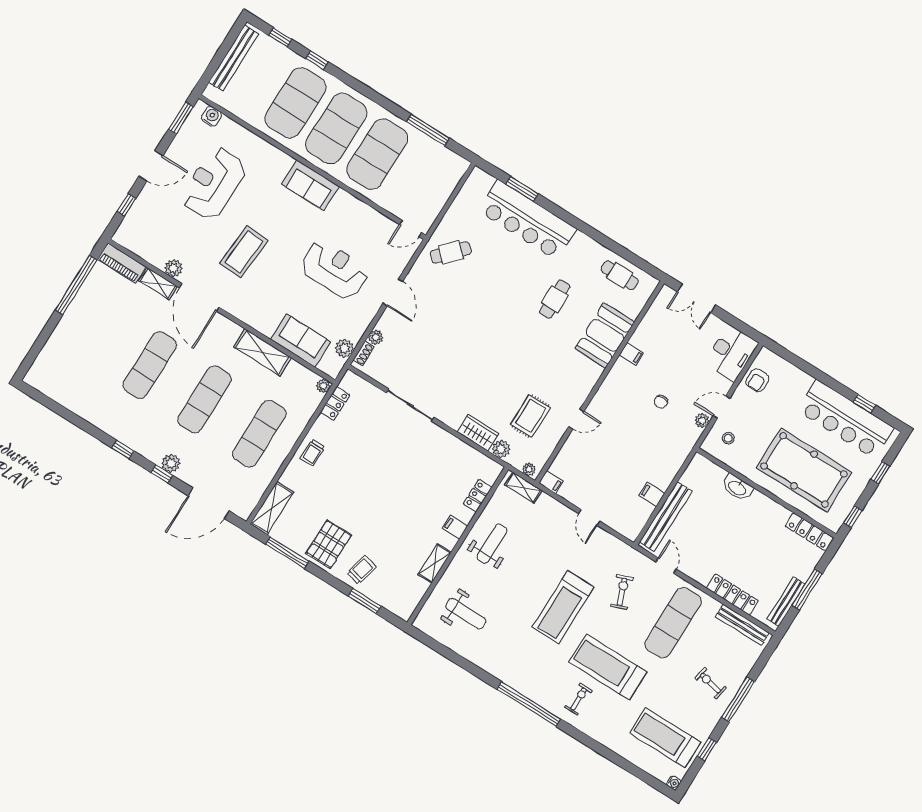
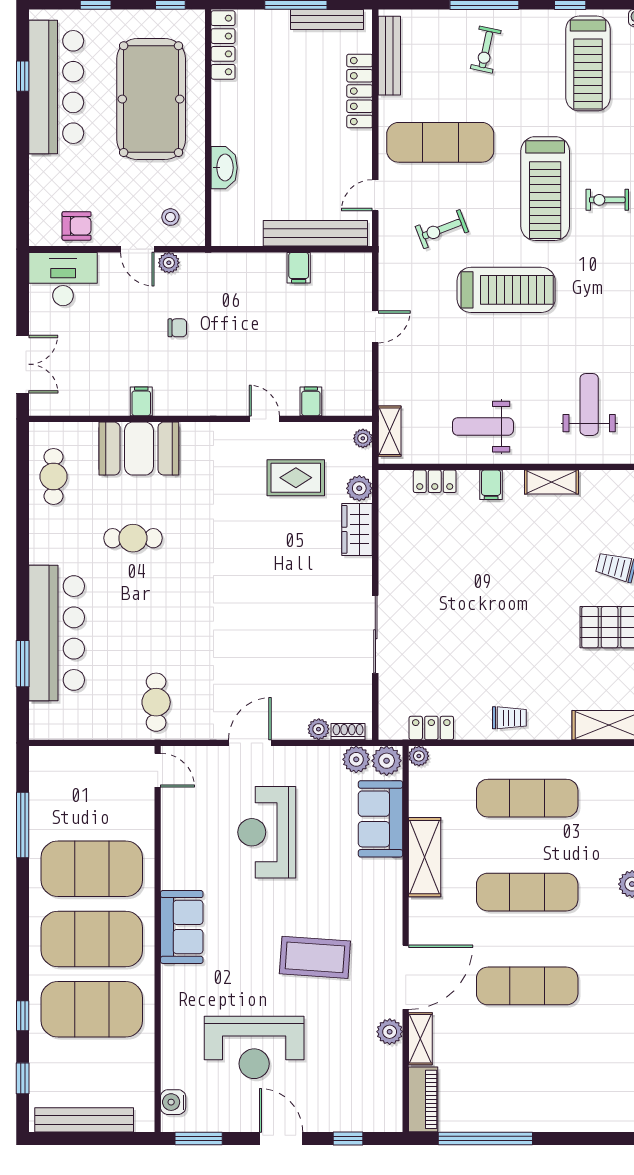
cafe table: (451, 253) -> (156, 702), turned 47
plant: (332, 365) -> (387, 761), added
filing cabinet: (551, 482) -> (311, 401), moved

